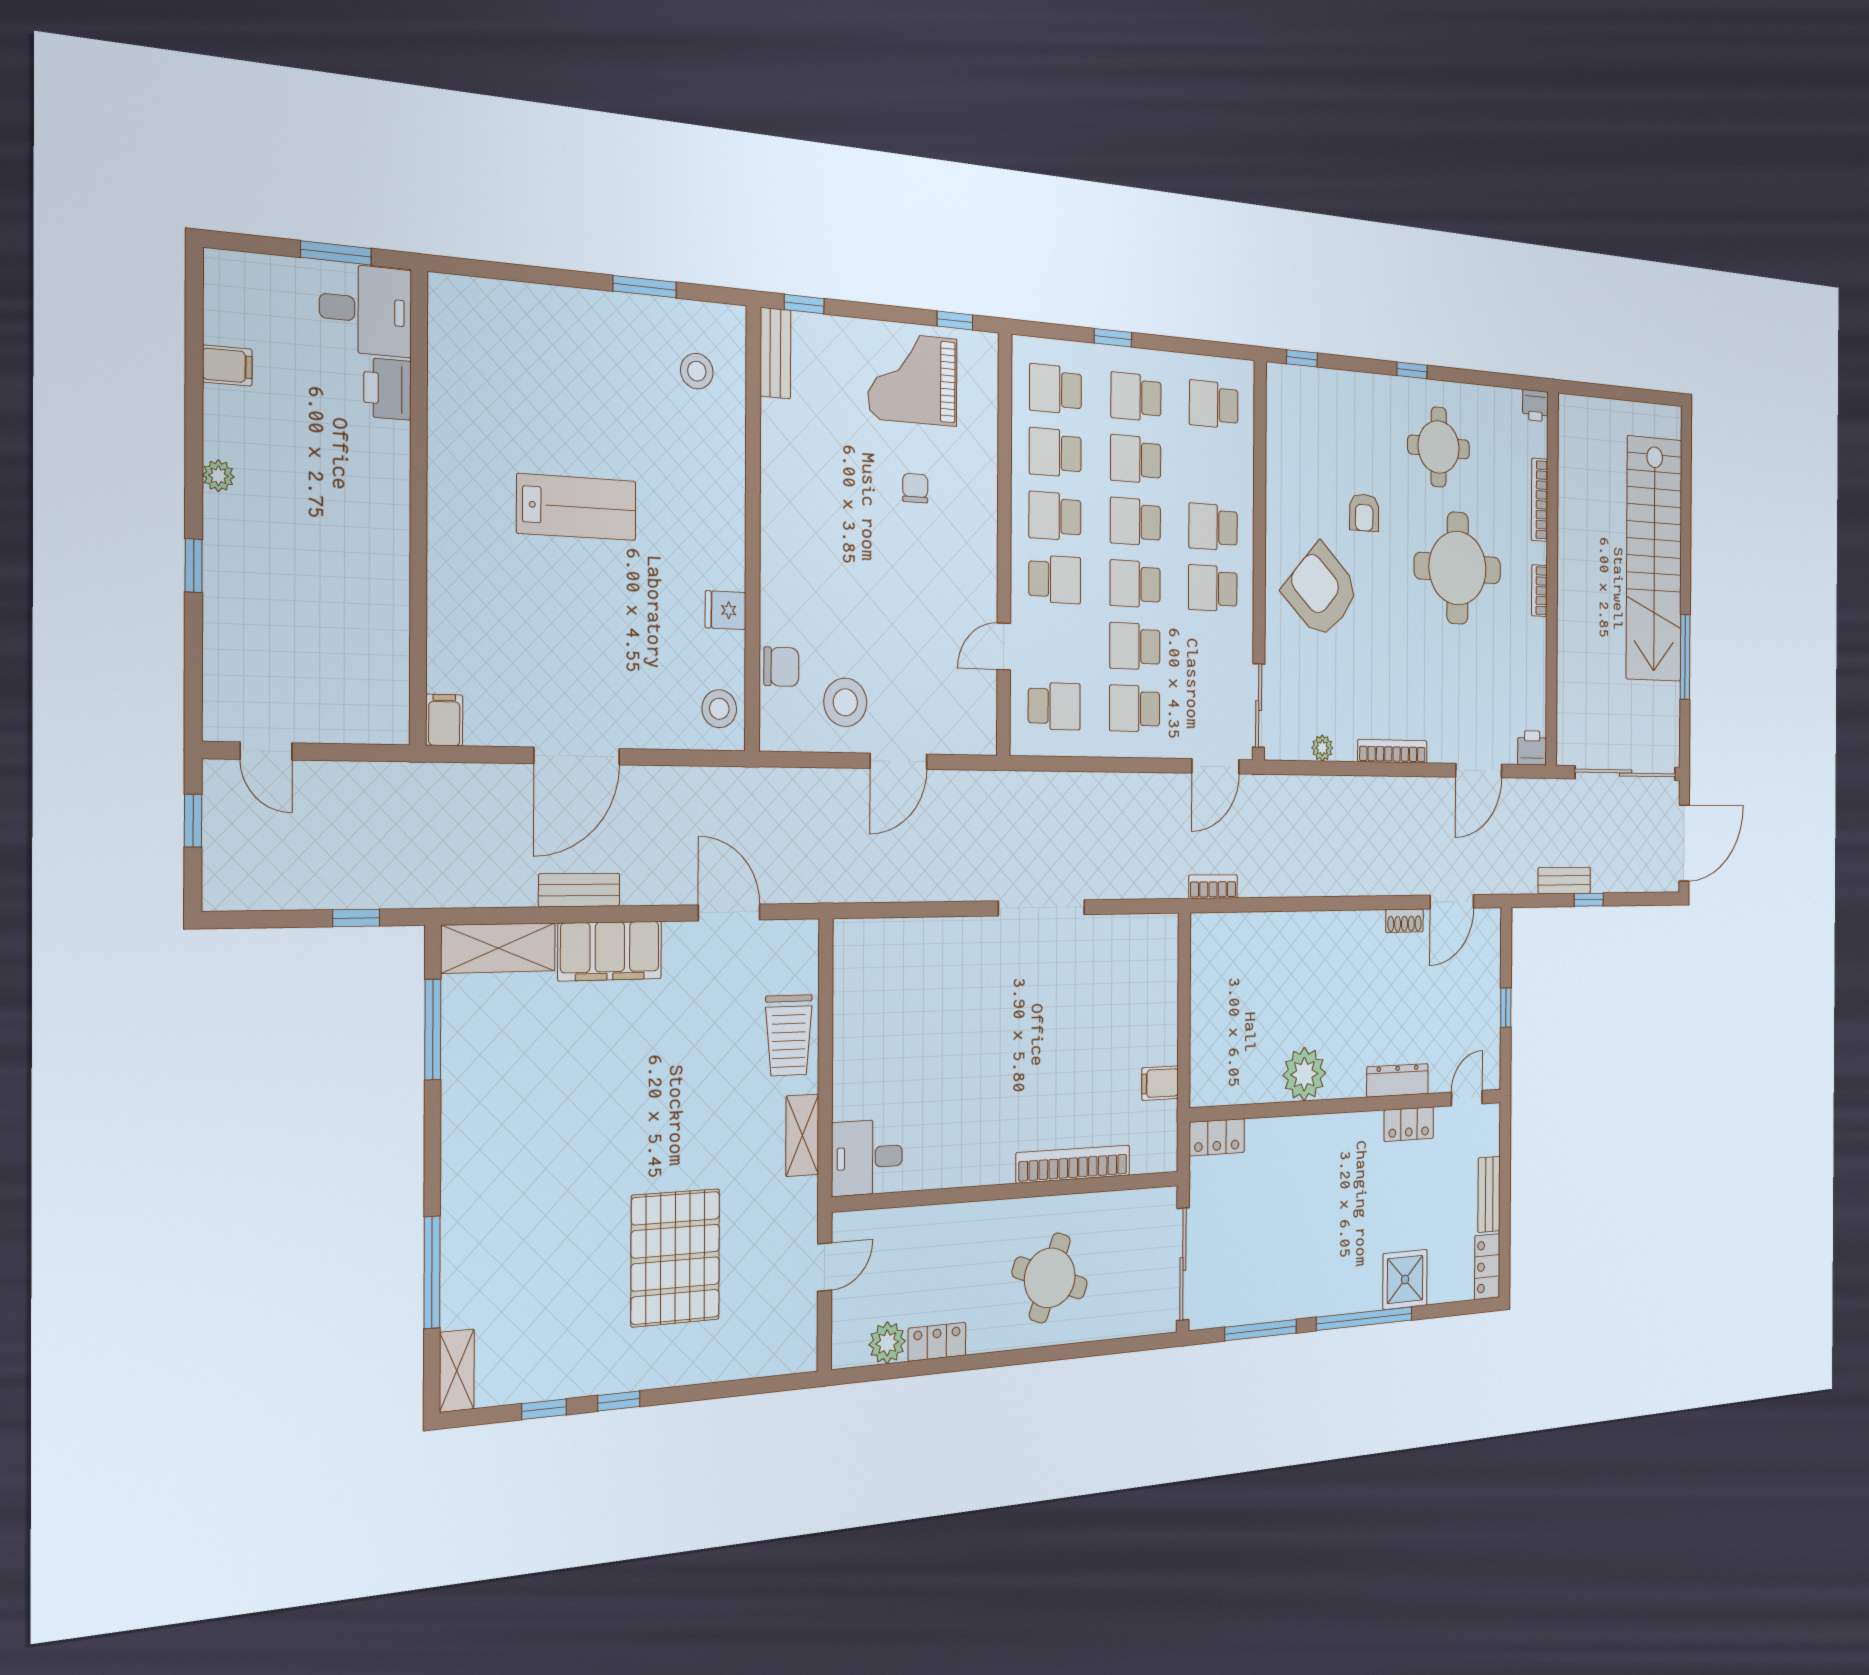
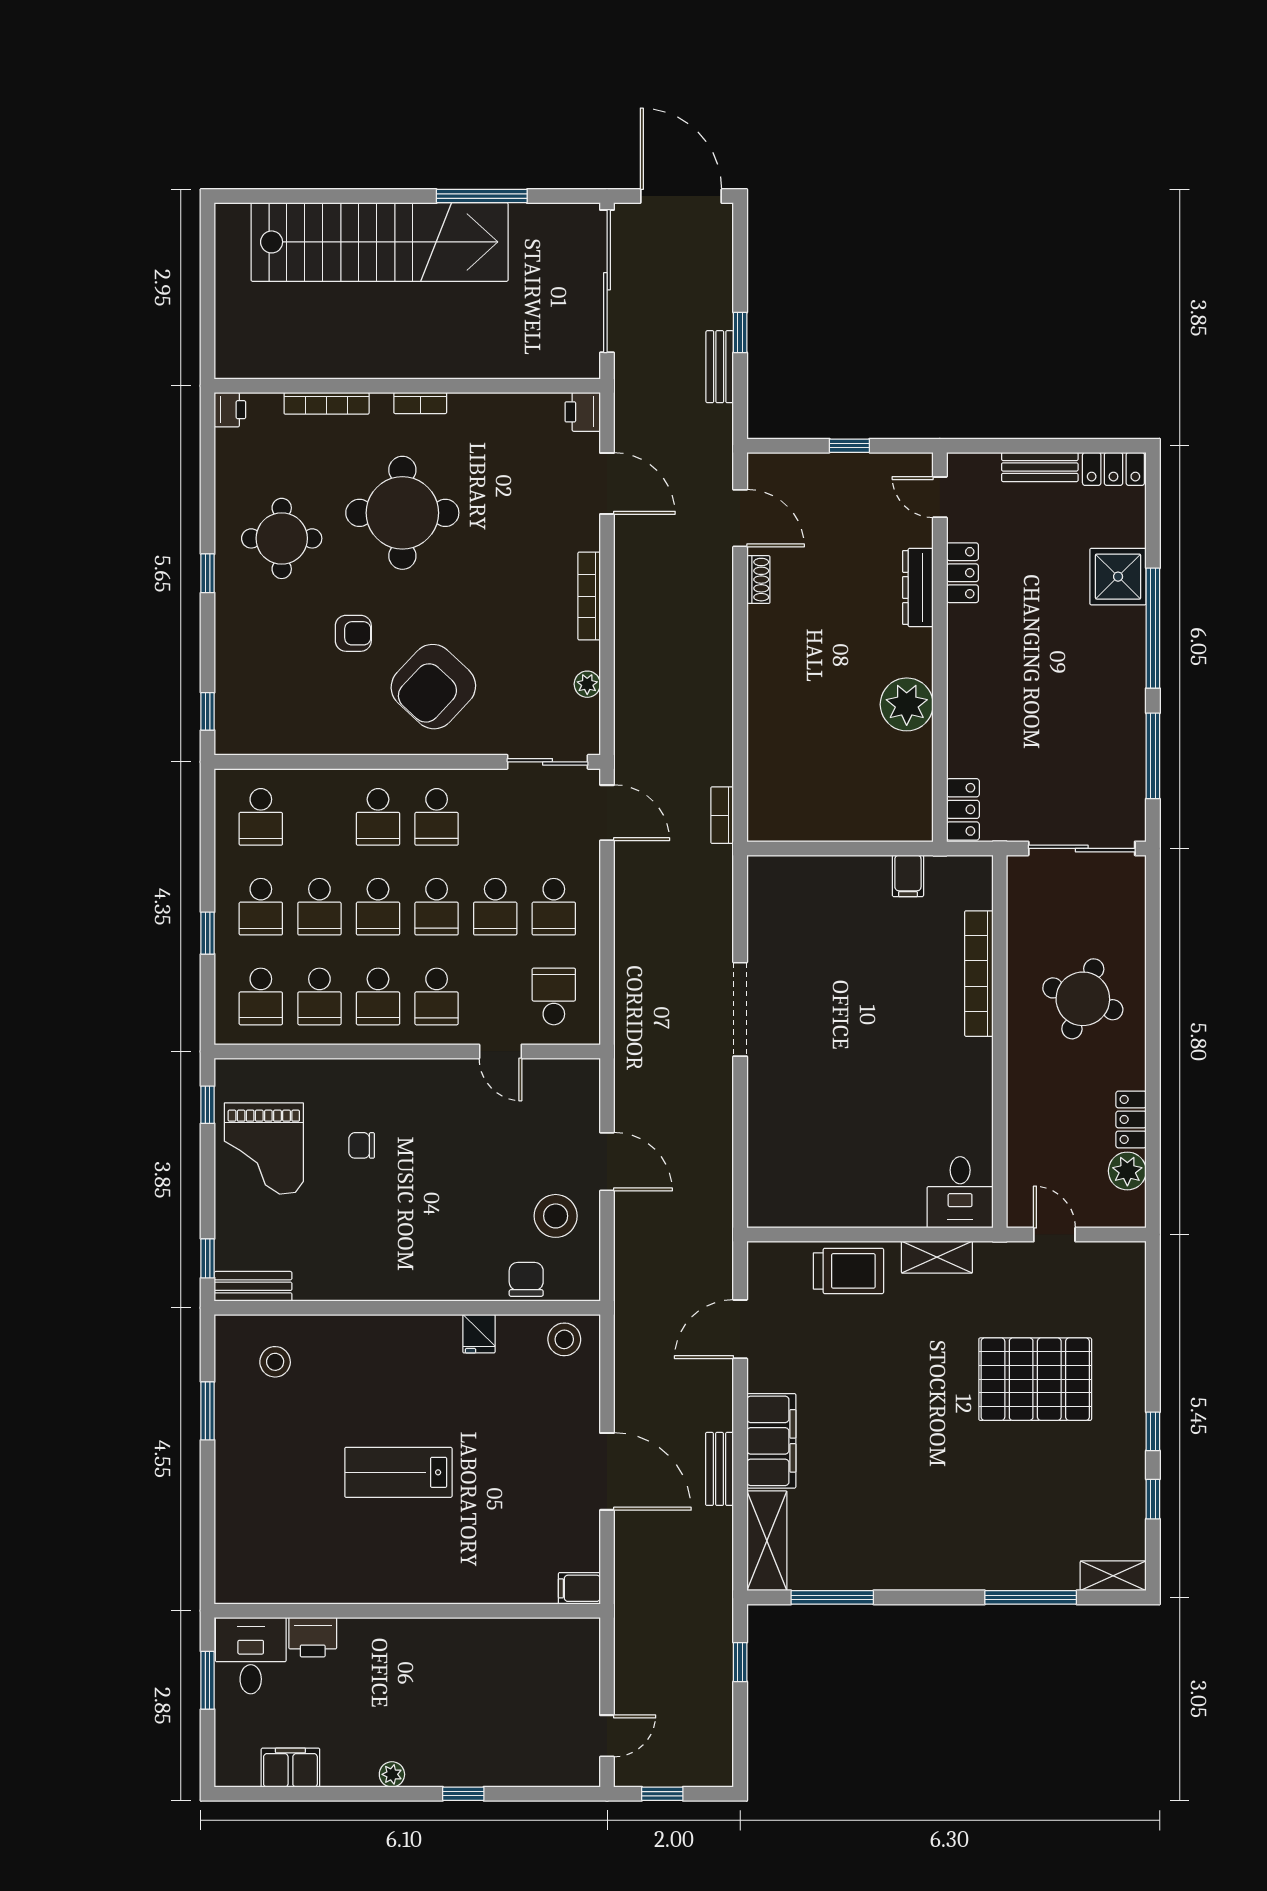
filing cabinet: (227, 366) -> (290, 1768), width x2.00
lab bench: (577, 507) -> (398, 1472), turned -90
school desk: (1055, 579) -> (437, 996), turned 180

